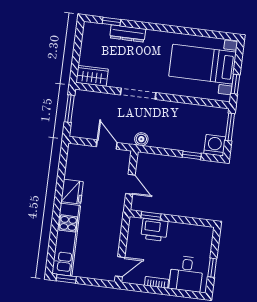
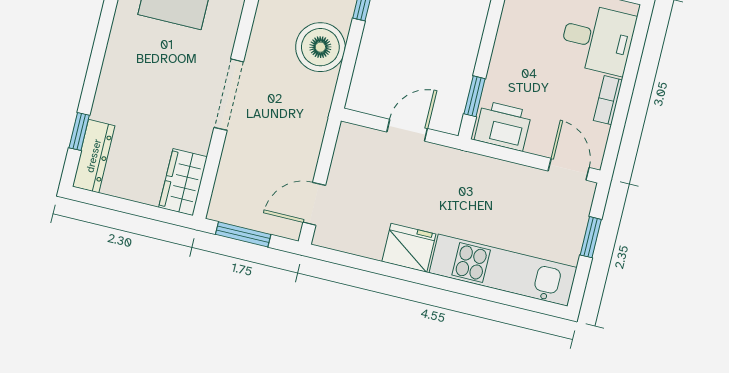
dresser: (128, 34) -> (94, 156), moved
boiler: (141, 139) -> (320, 47), moved, width x1.86, depth x1.86
door: (107, 145) -> (314, 204), moved
printer: (154, 230) -> (503, 126), moved, turned -90
window: (66, 279) -> (591, 237), moved

